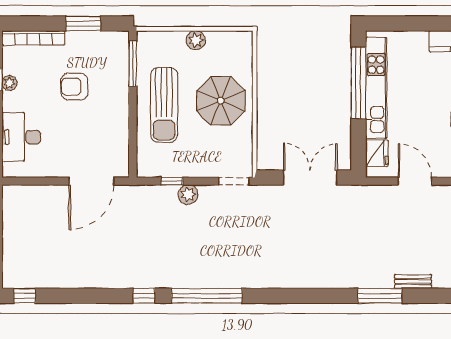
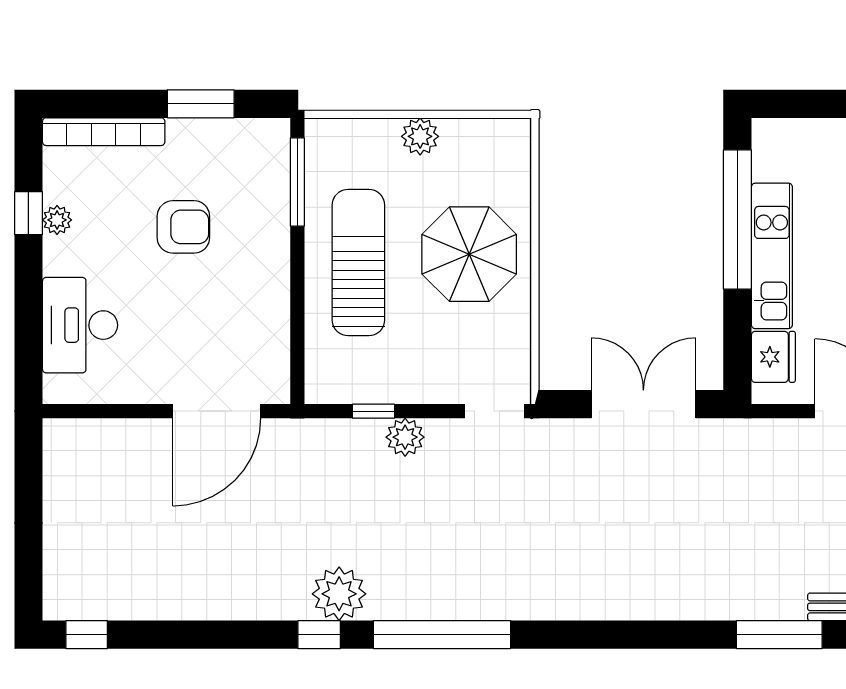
armchair: (74, 87) -> (183, 227), turned 180
kitchen unit: (376, 88) -> (772, 256), width x0.73
sun lounger: (164, 105) -> (358, 263), turned 180
plant: (154, 275) -> (339, 594), added

